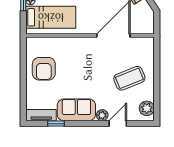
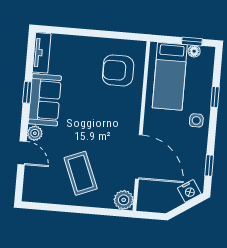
armchair: (44, 69) -> (118, 70), moved
plant: (147, 108) -> (124, 200), moved
window: (56, 124) -> (27, 92), moved

